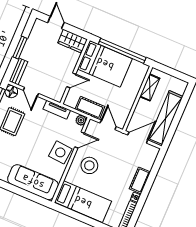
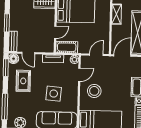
cot: (90, 108) -> (67, 47), moved
door: (108, 125) -> (96, 55), hinge flipped
side table: (60, 152) -> (54, 94), moved

